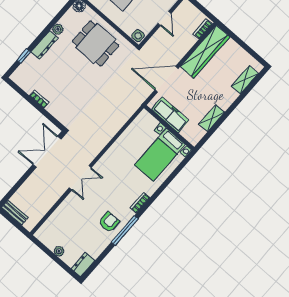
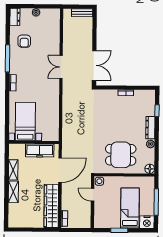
door: (165, 18) -> (93, 195), moved
shelving: (245, 80) -> (13, 192), moved
armchair: (109, 222) -> (24, 41), moved

